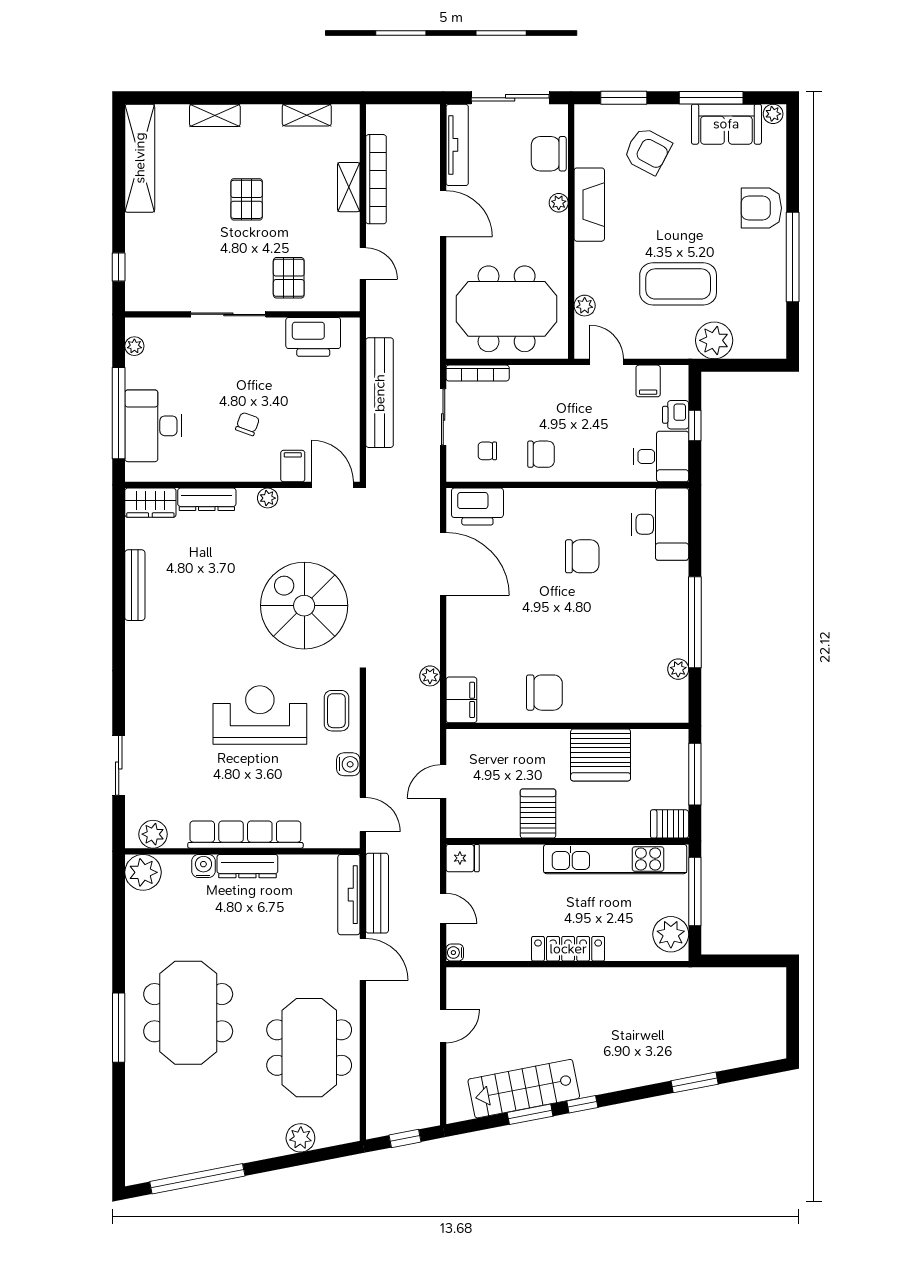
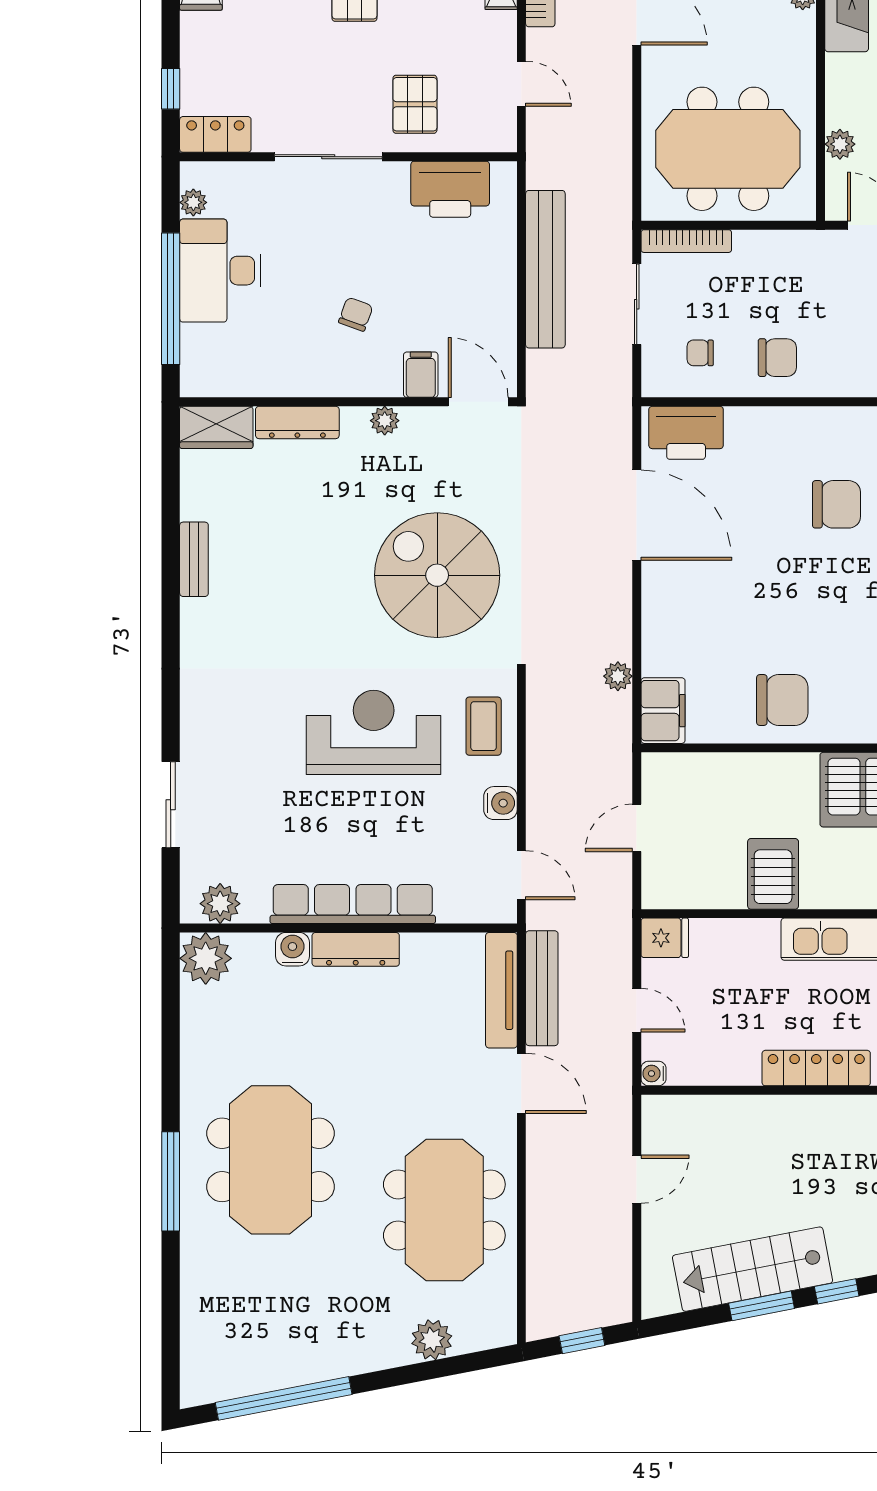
locker: (150, 299) -> (215, 134), added
desk: (153, 426) -> (220, 271), moved
bench: (135, 585) -> (194, 559), width x0.73

